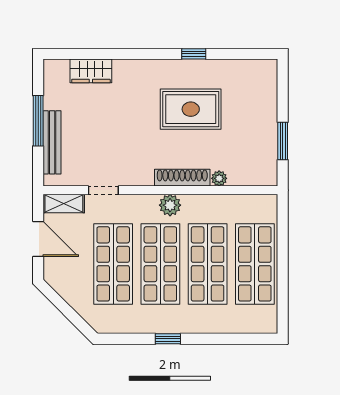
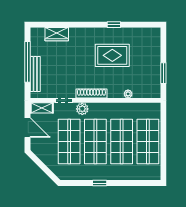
window: (38, 121) -> (27, 62), width x1.46
shoe rack: (182, 178) -> (91, 93), moved
plant: (170, 205) -> (82, 109), moved

